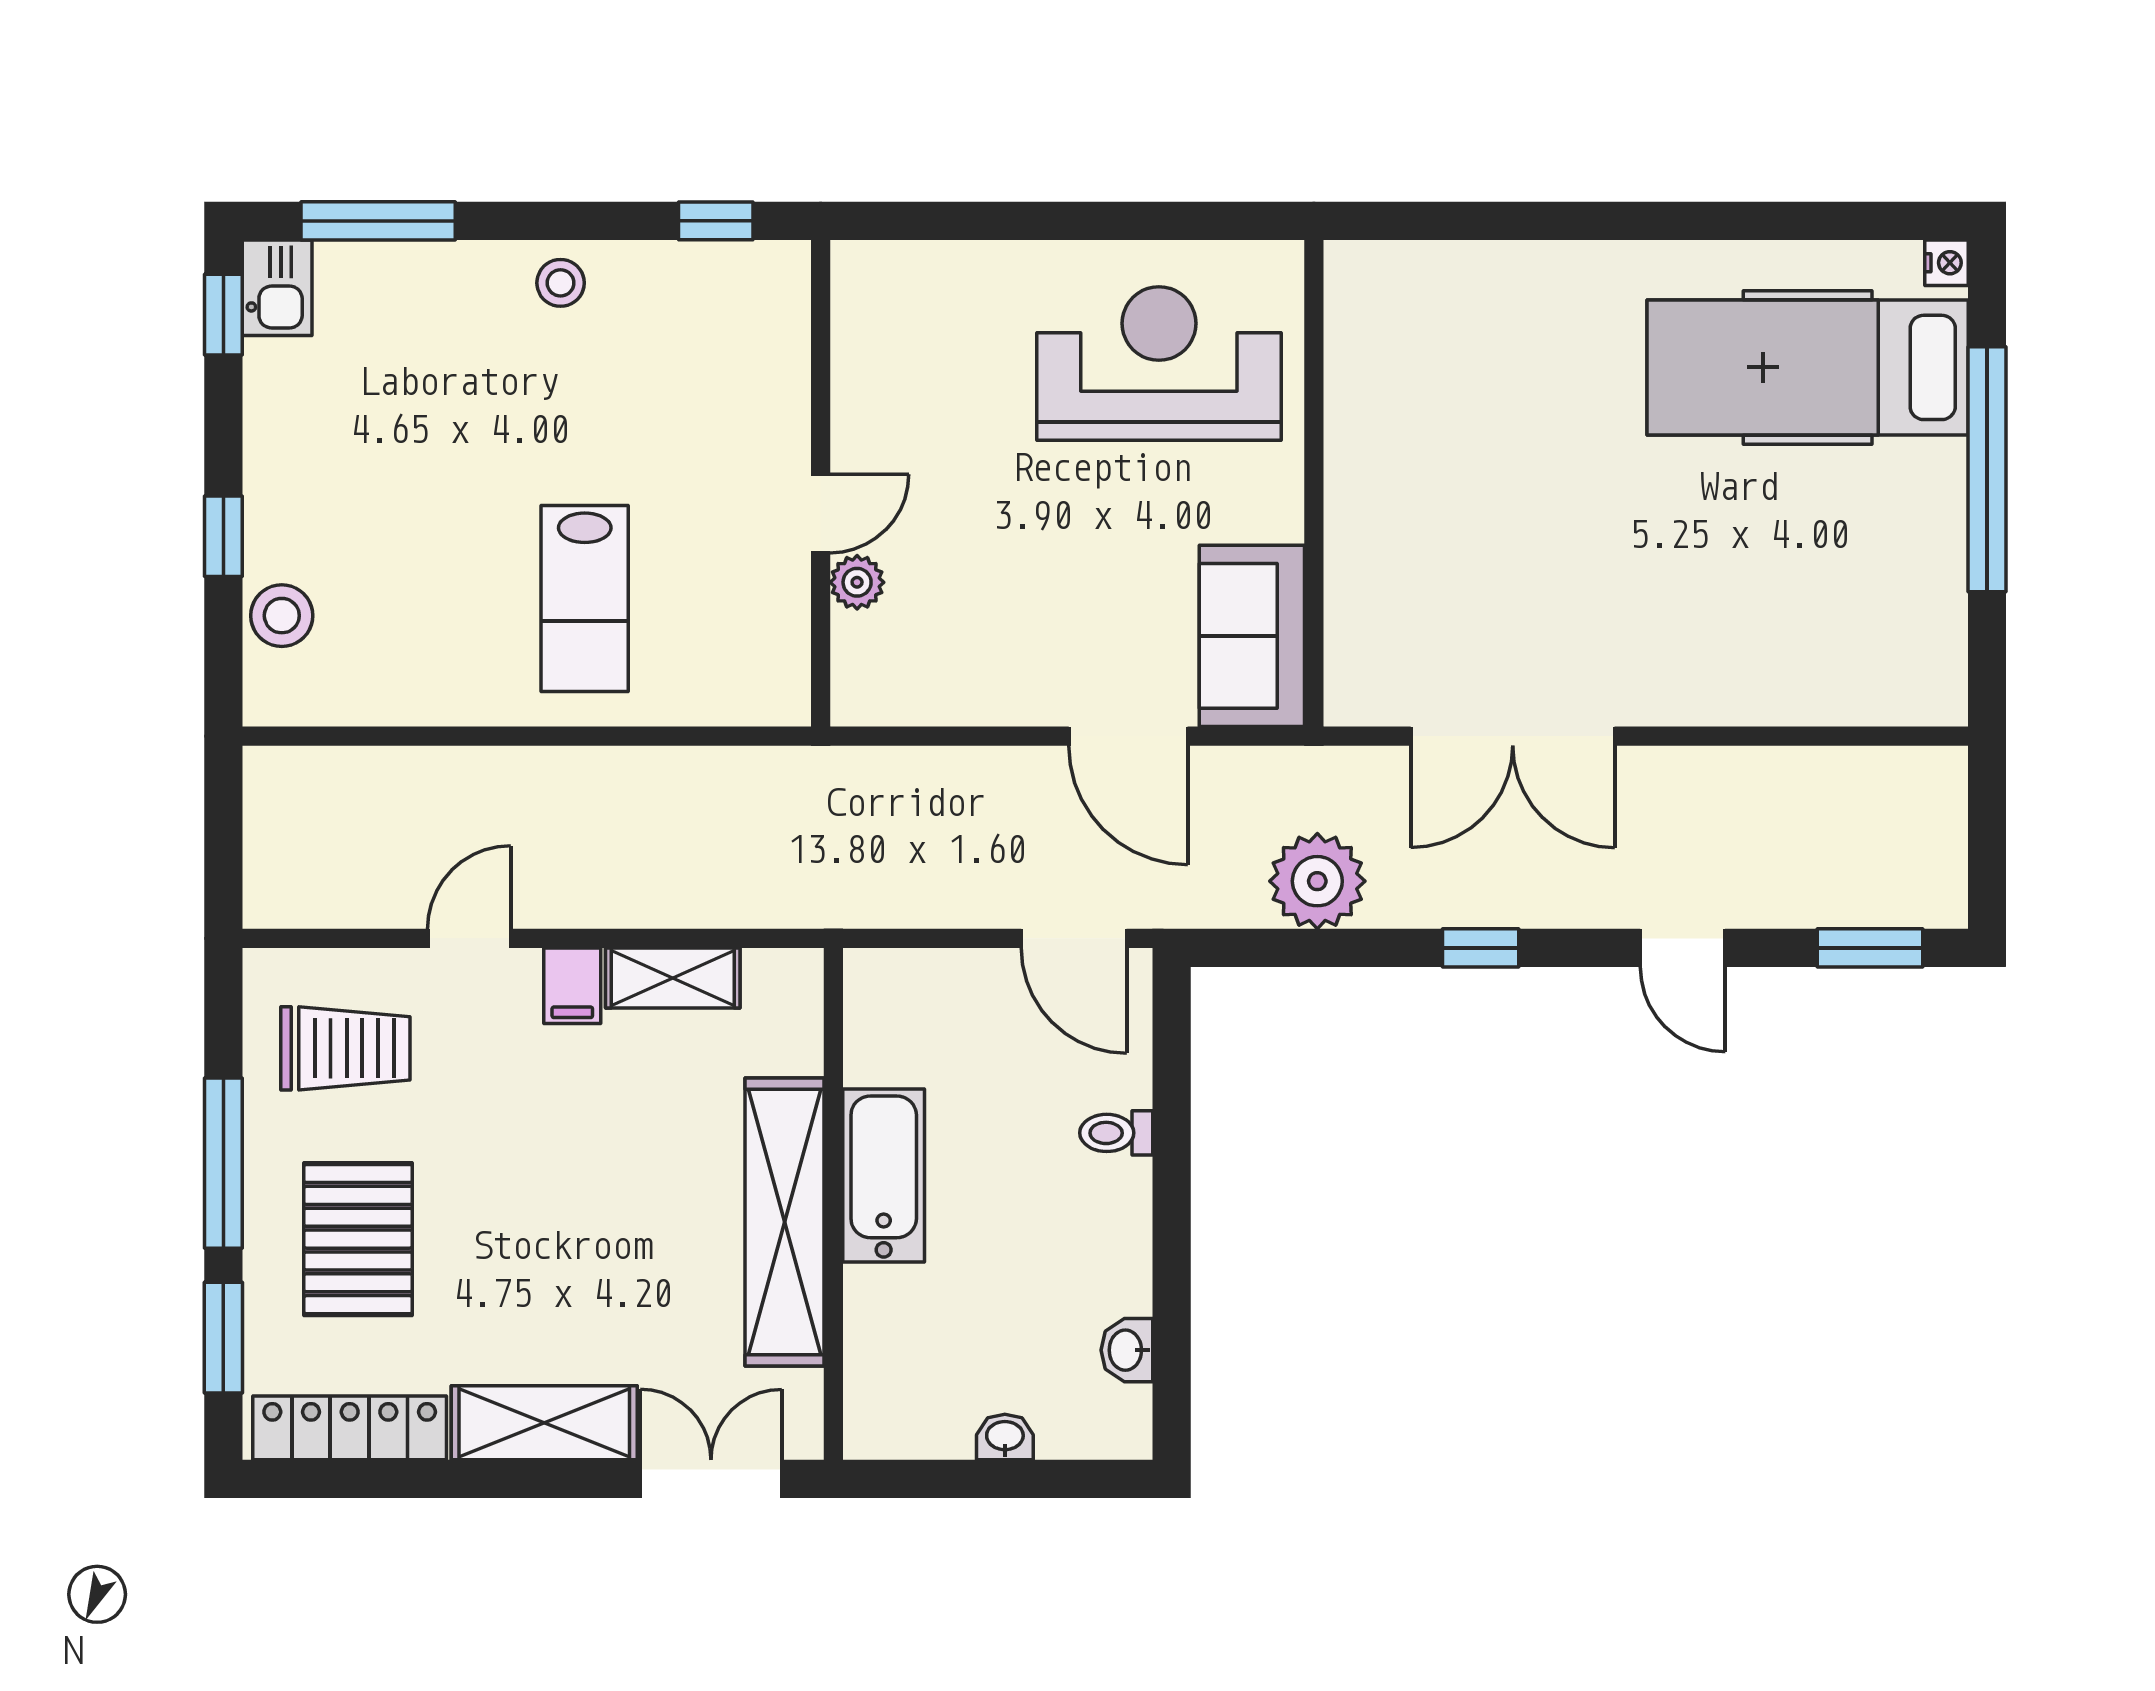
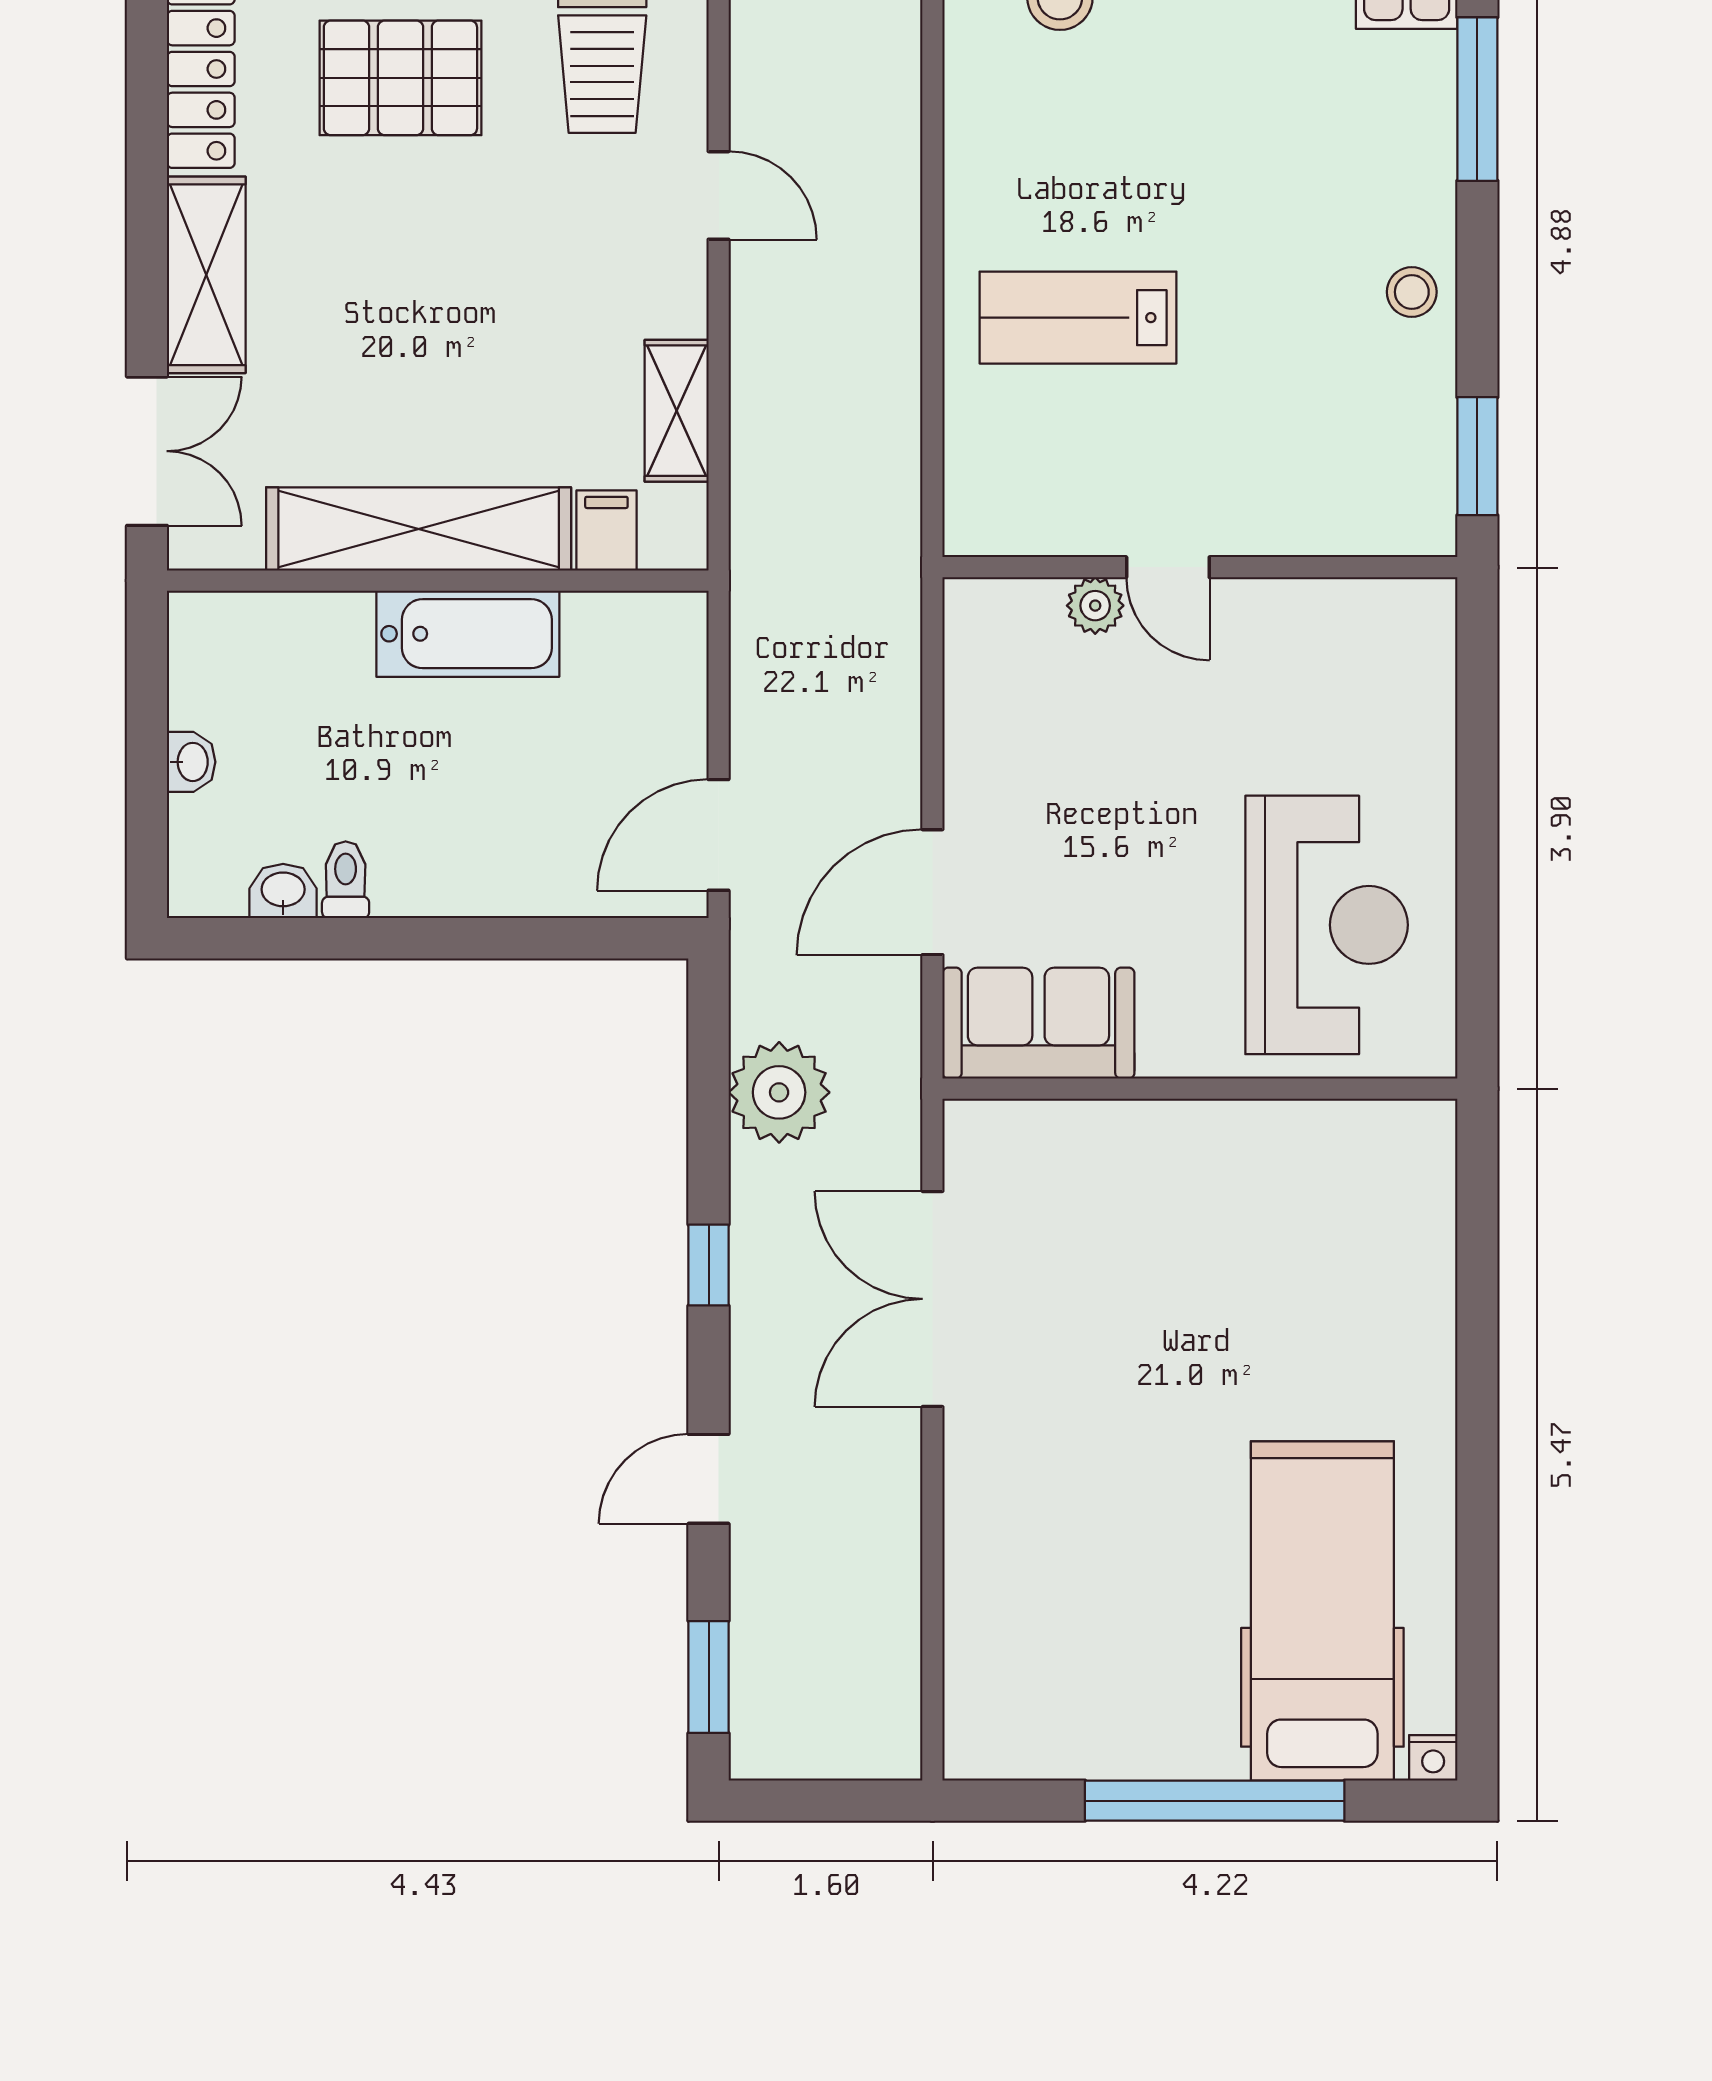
window: (716, 221) -> (1477, 456), width x1.50
filing cabinet: (572, 986) -> (606, 530), moved, turned 90
toilet: (1116, 1133) -> (346, 880), moved

